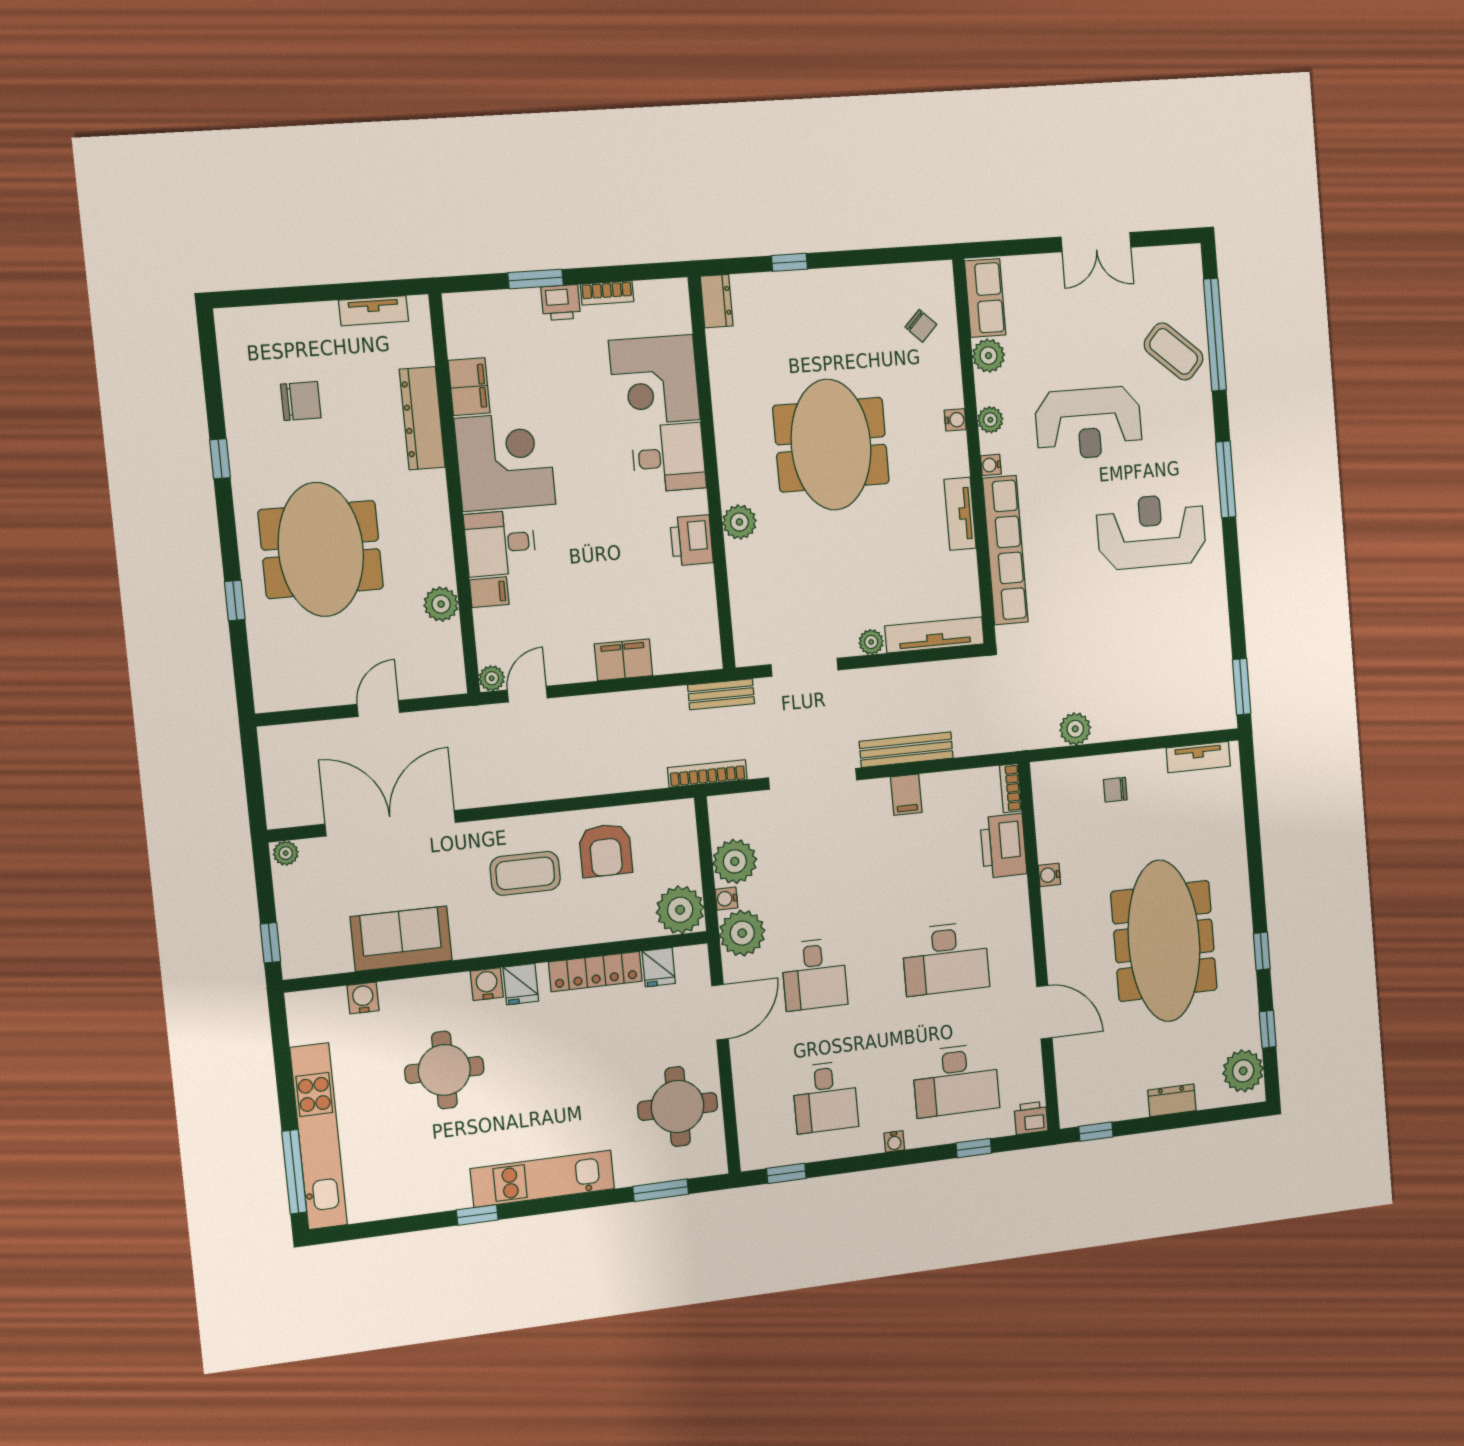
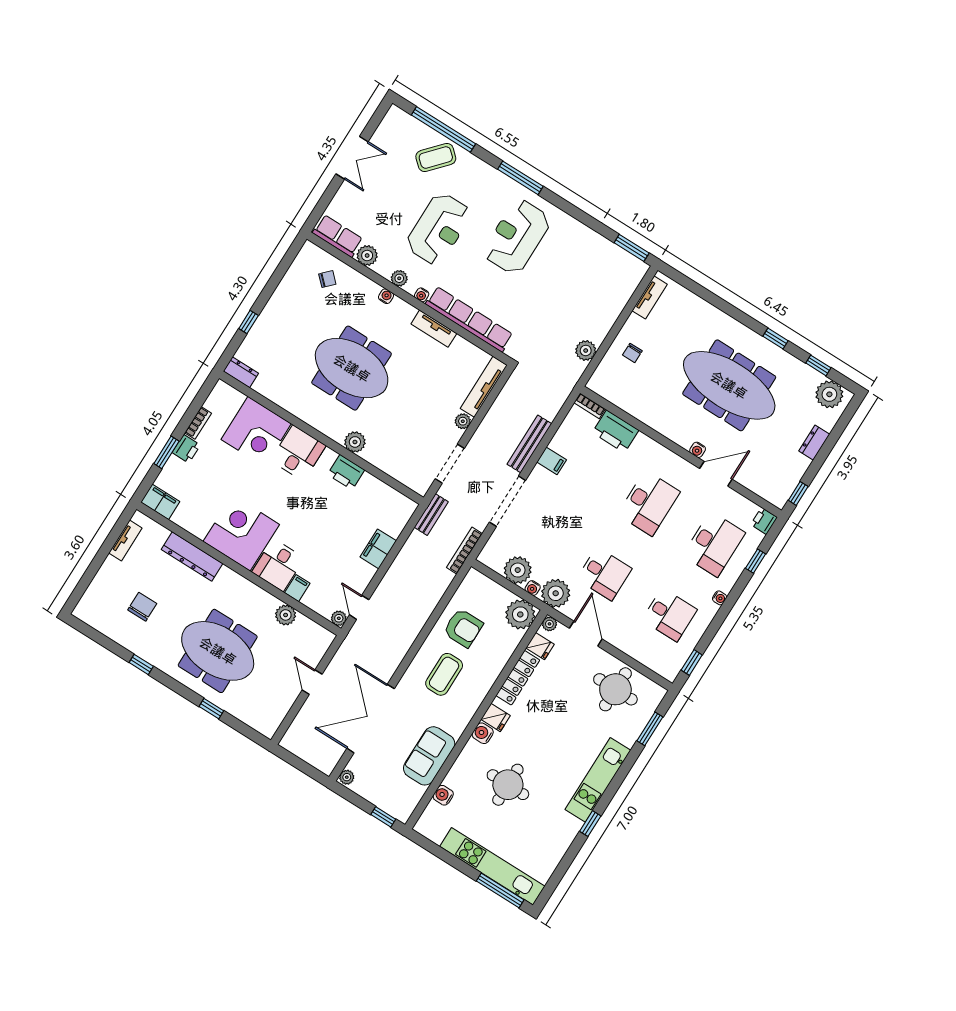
filing cabinet: (469, 387) -> (160, 502), moved
water cooler: (1049, 875) -> (698, 450), moved
plant: (697, 956) -> (549, 624), added

